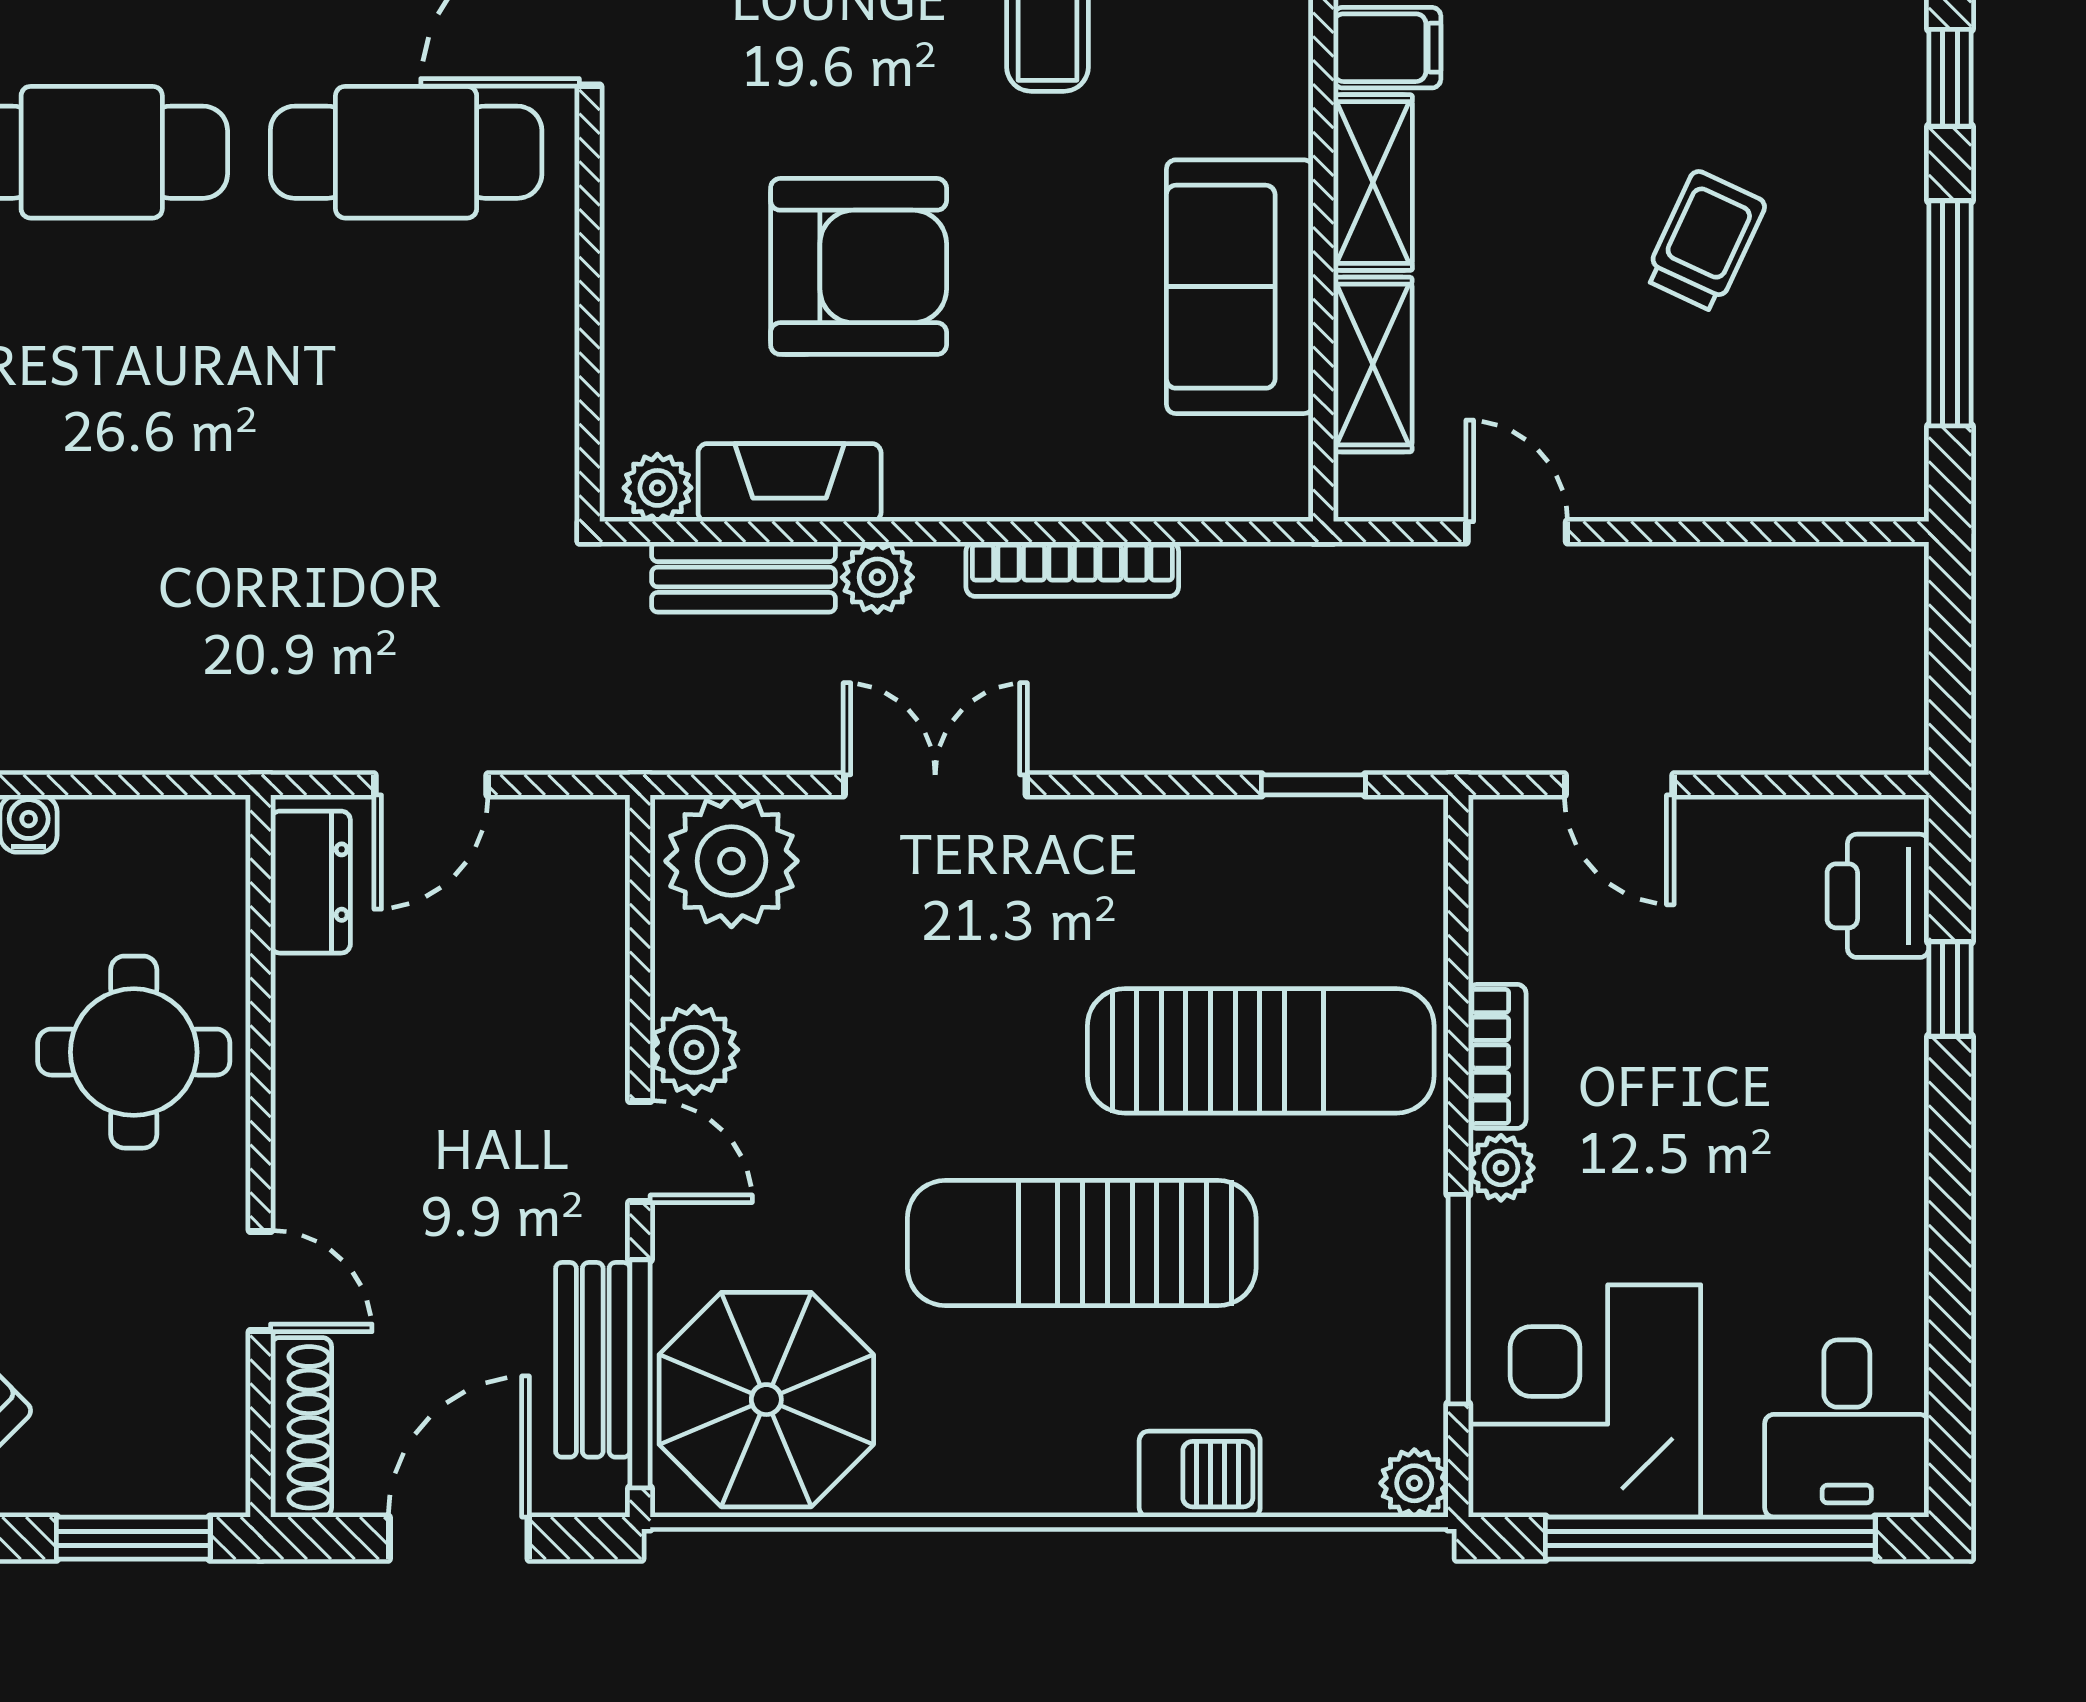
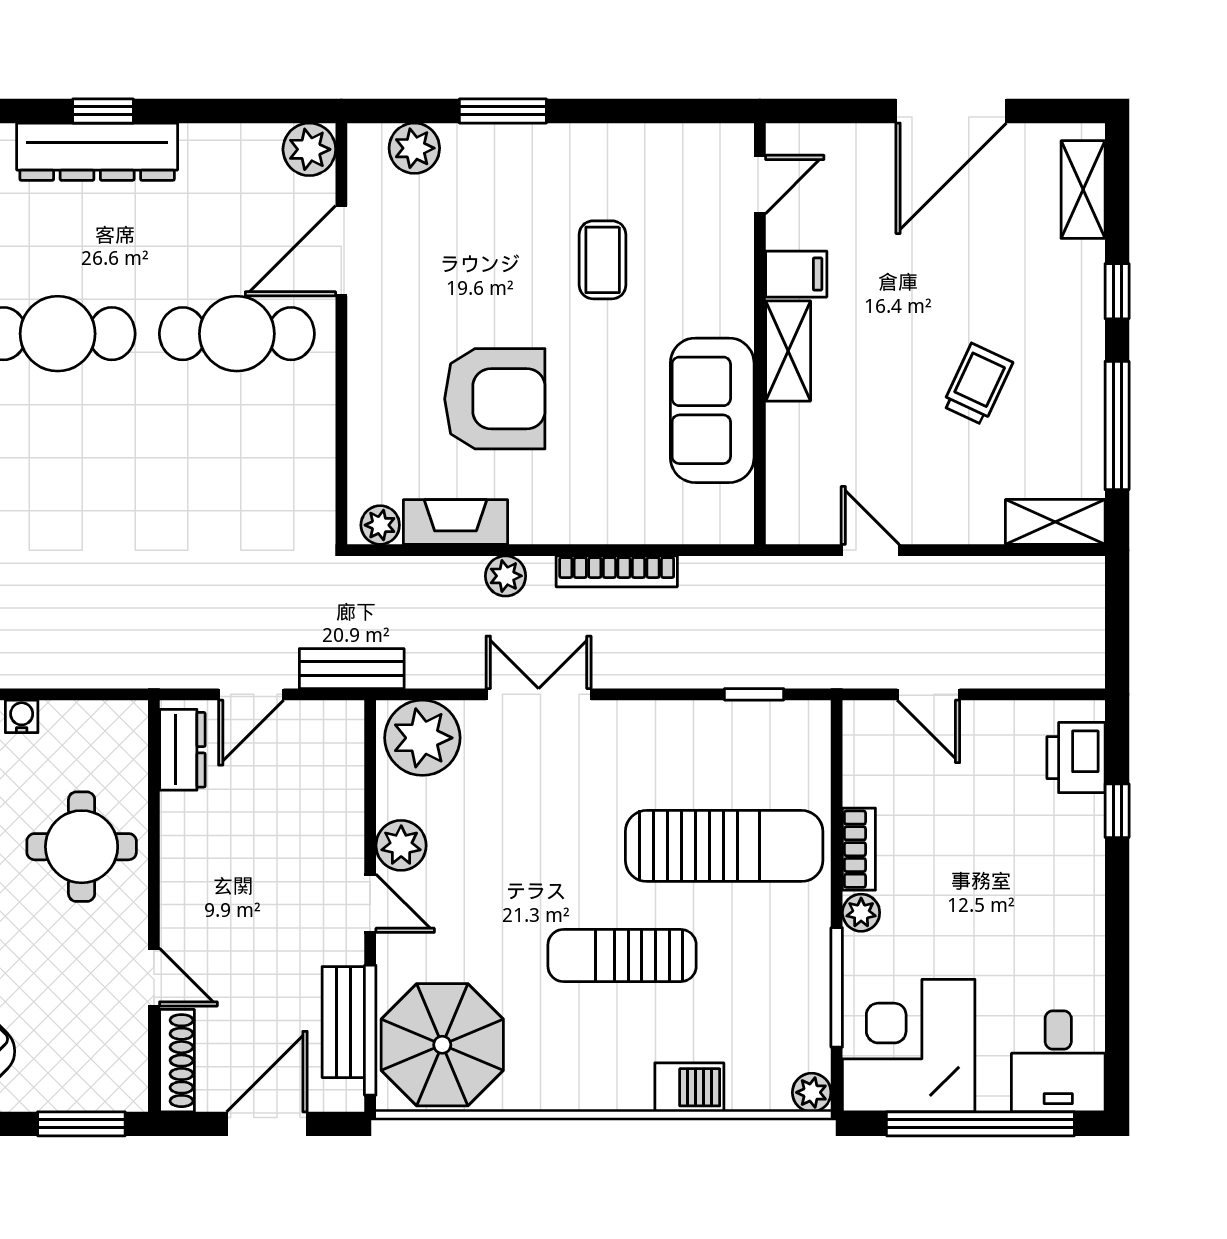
shelving: (1373, 365) -> (1055, 522), moved, turned 90
bench: (743, 577) -> (352, 669), moved
sun lounger: (1082, 1243) -> (622, 956), width x0.73, depth x0.75

